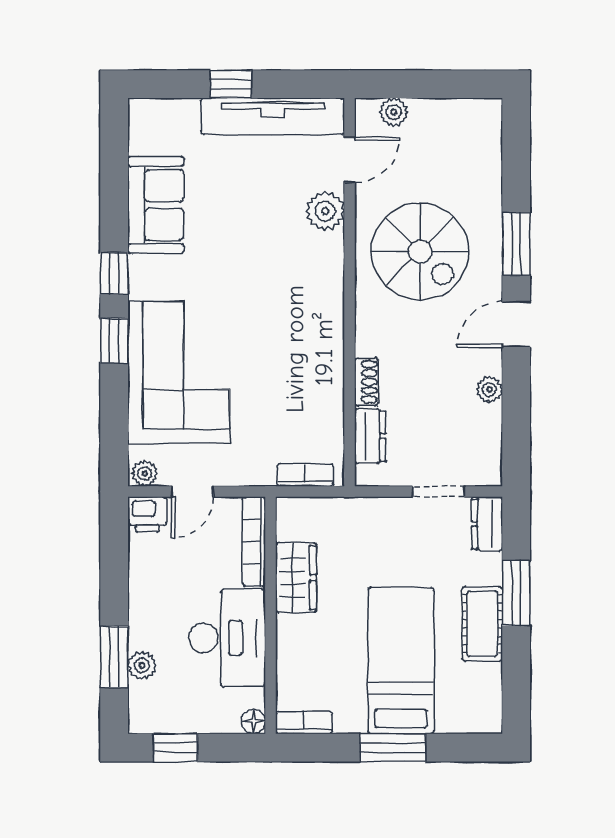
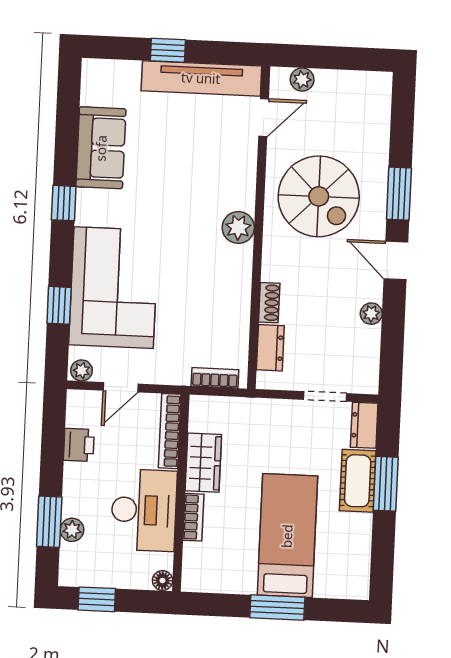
plant: (325, 211) -> (238, 227), moved
door: (516, 324) -> (396, 261), hinge flipped
window: (114, 341) -> (59, 305), moved
printer: (147, 514) -> (79, 445), moved, turned -90
cot: (482, 624) -> (358, 481), moved
bookcase: (304, 723) -> (193, 517), moved, turned 90

